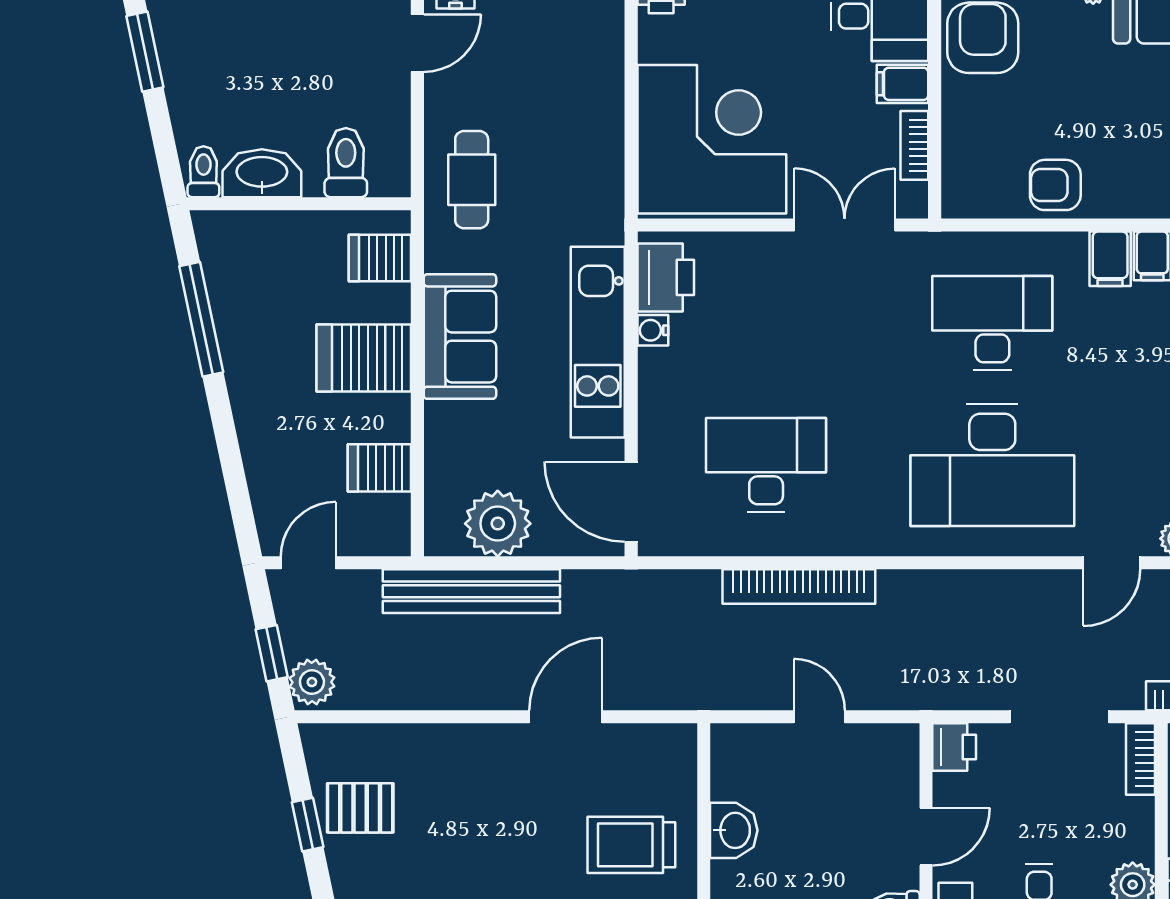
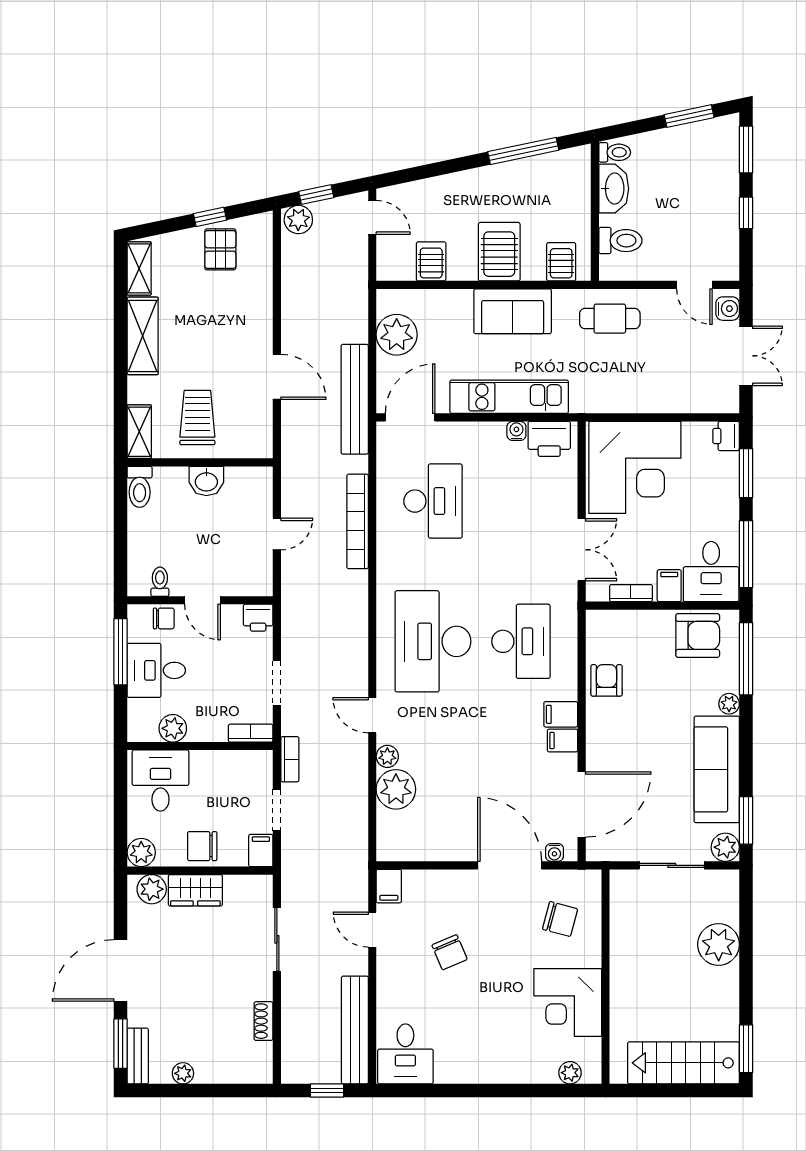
bench: (471, 591) -> (355, 399), moved
doorway: (1060, 717) -> (277, 683), width x0.73

